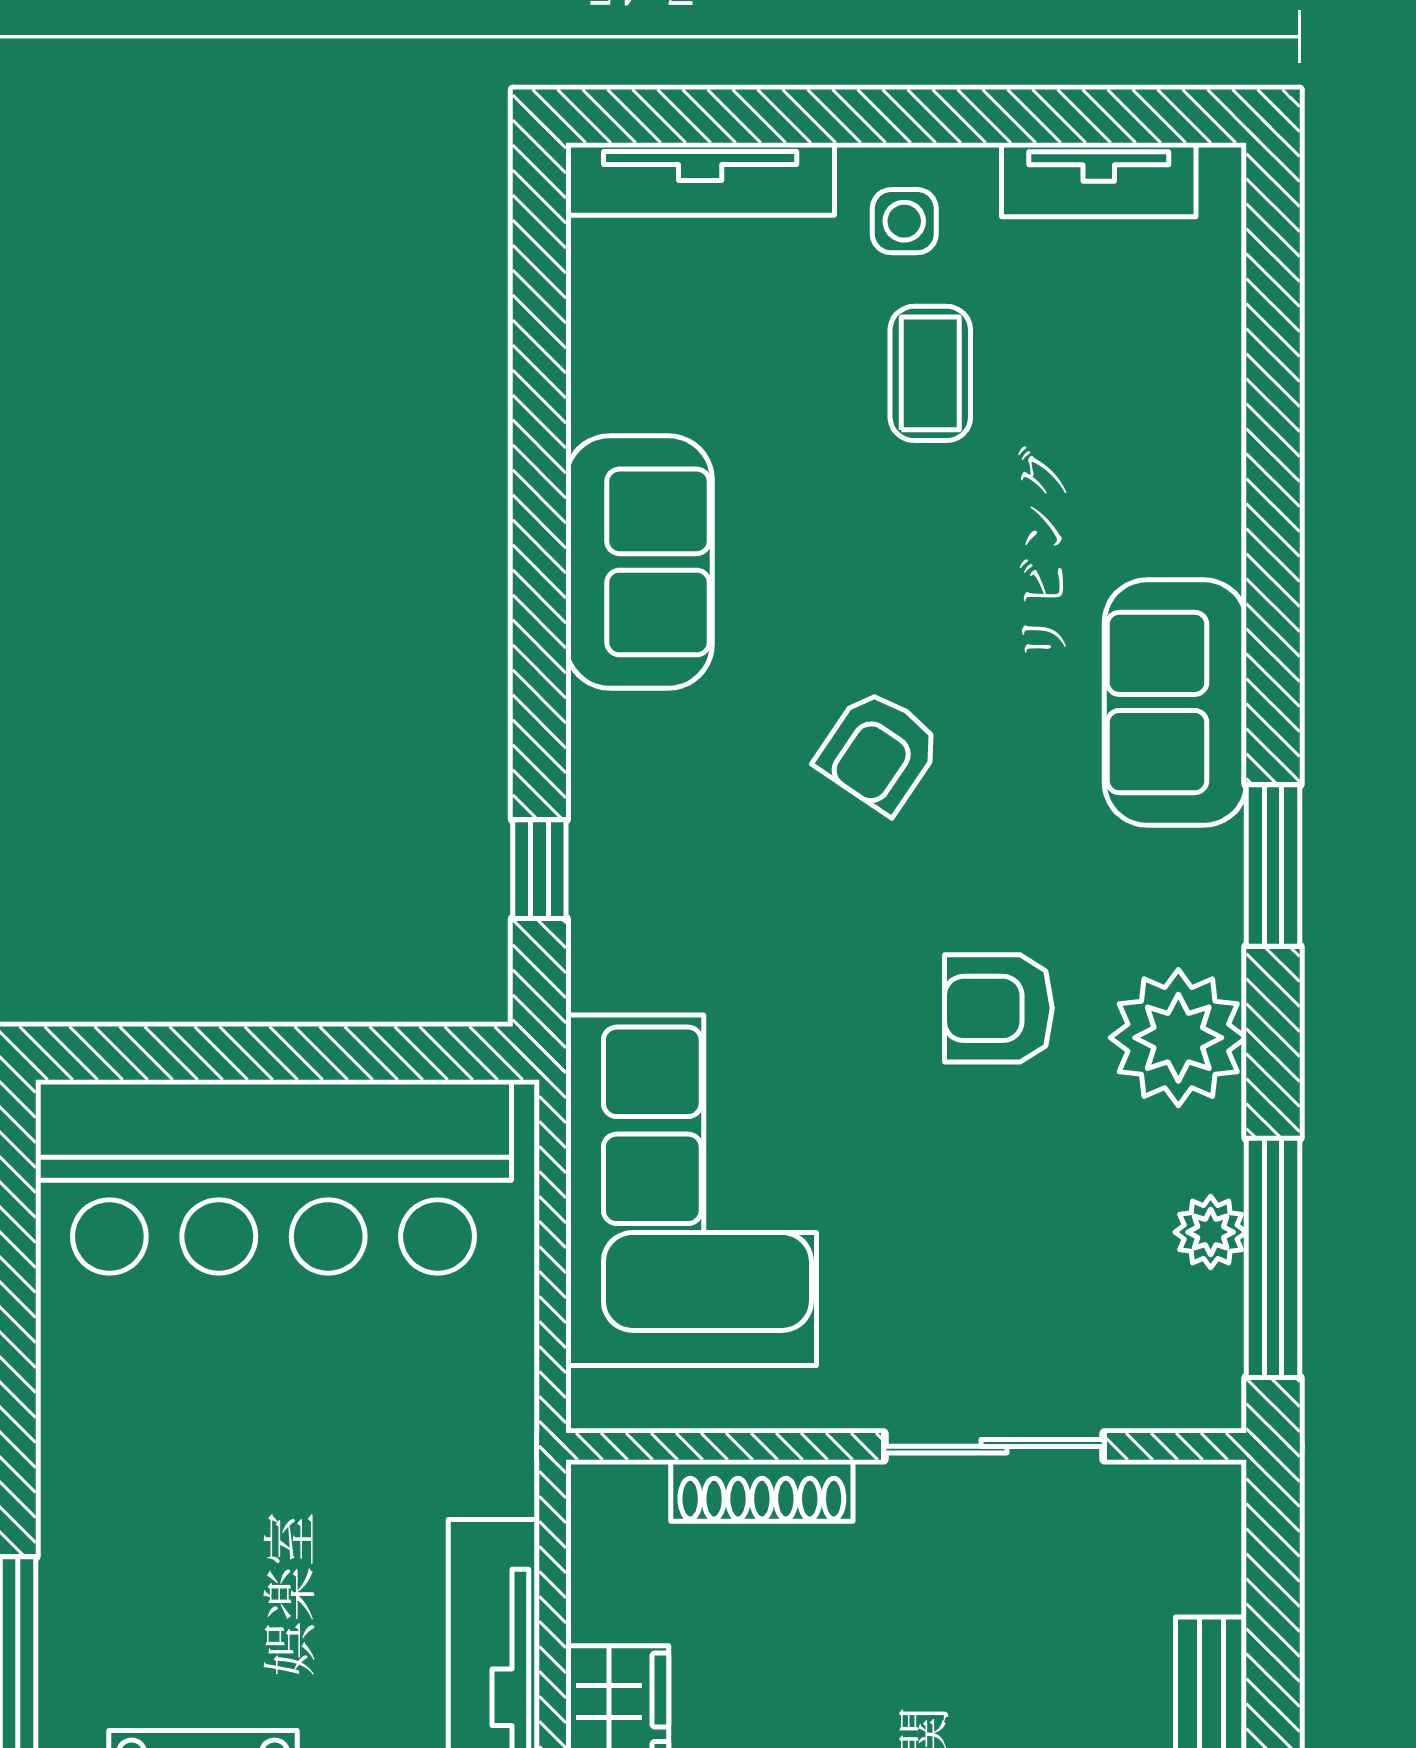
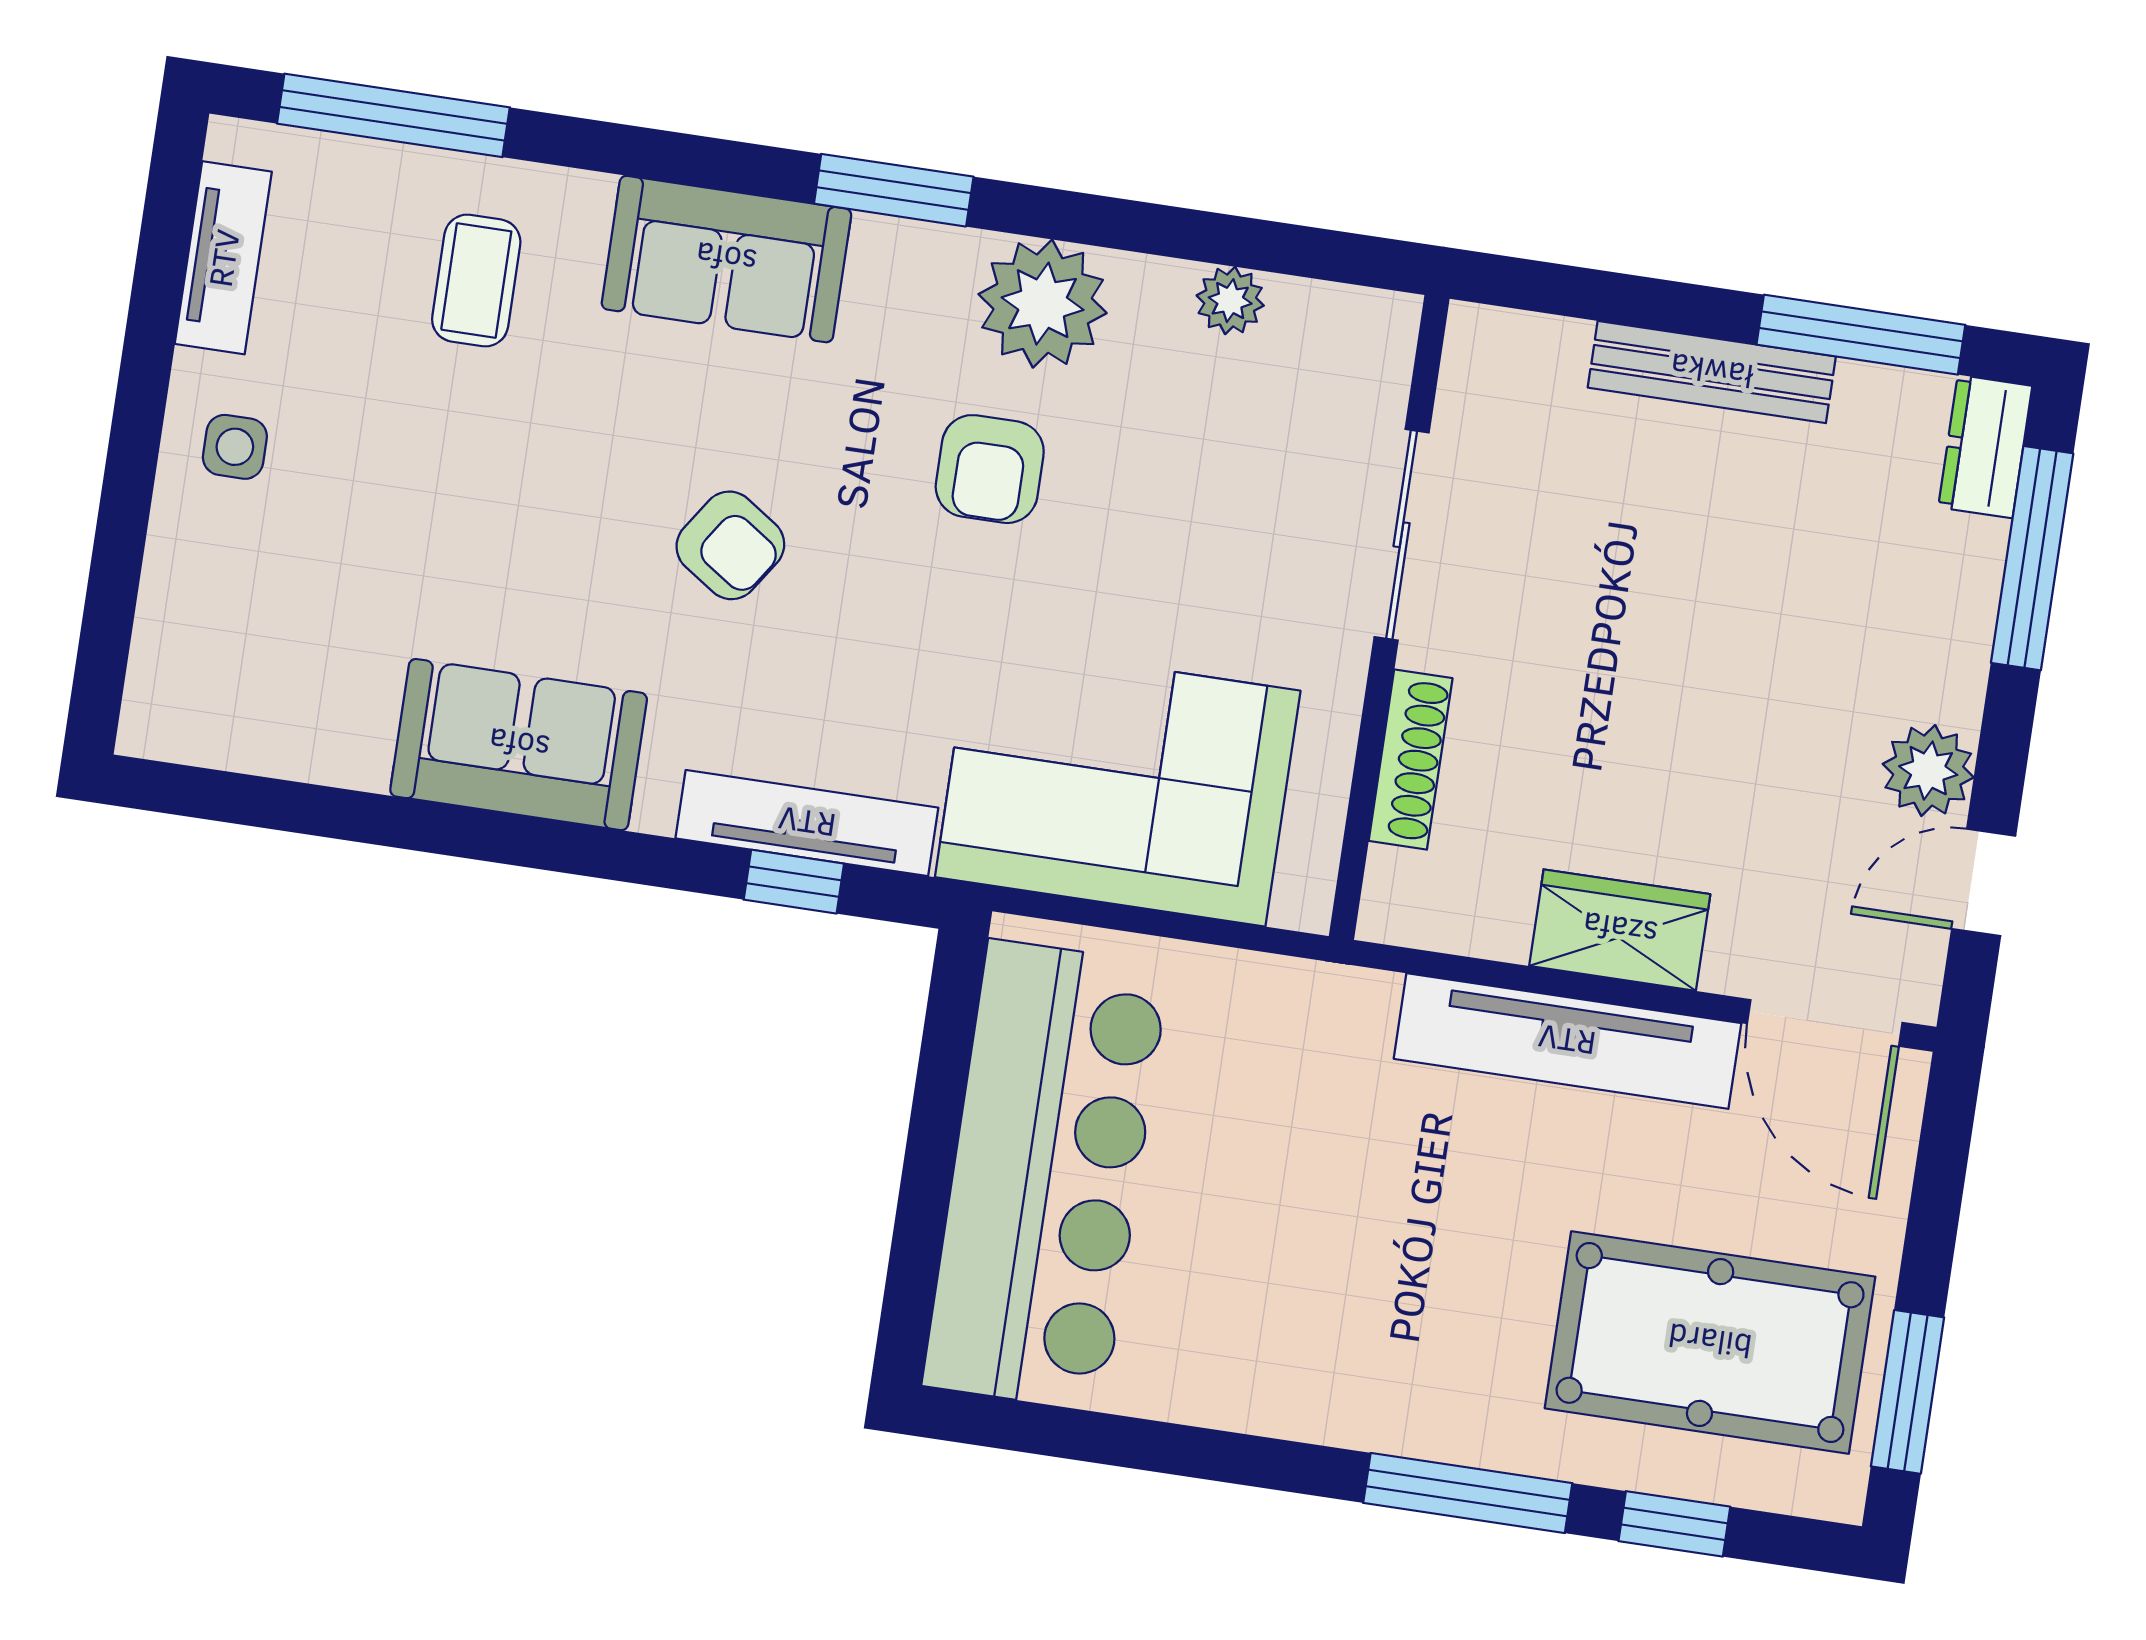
tv unit: (700, 179) -> (807, 823), moved, turned -90
coffee table: (930, 373) -> (476, 281), moved, turned 90
window: (1273, 1258) -> (393, 115), moved

